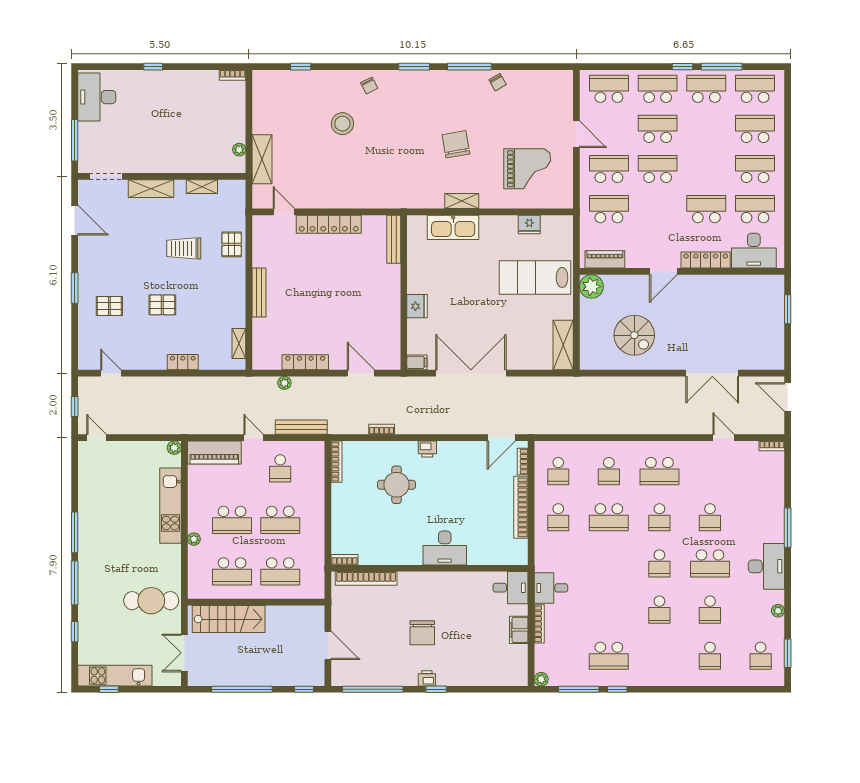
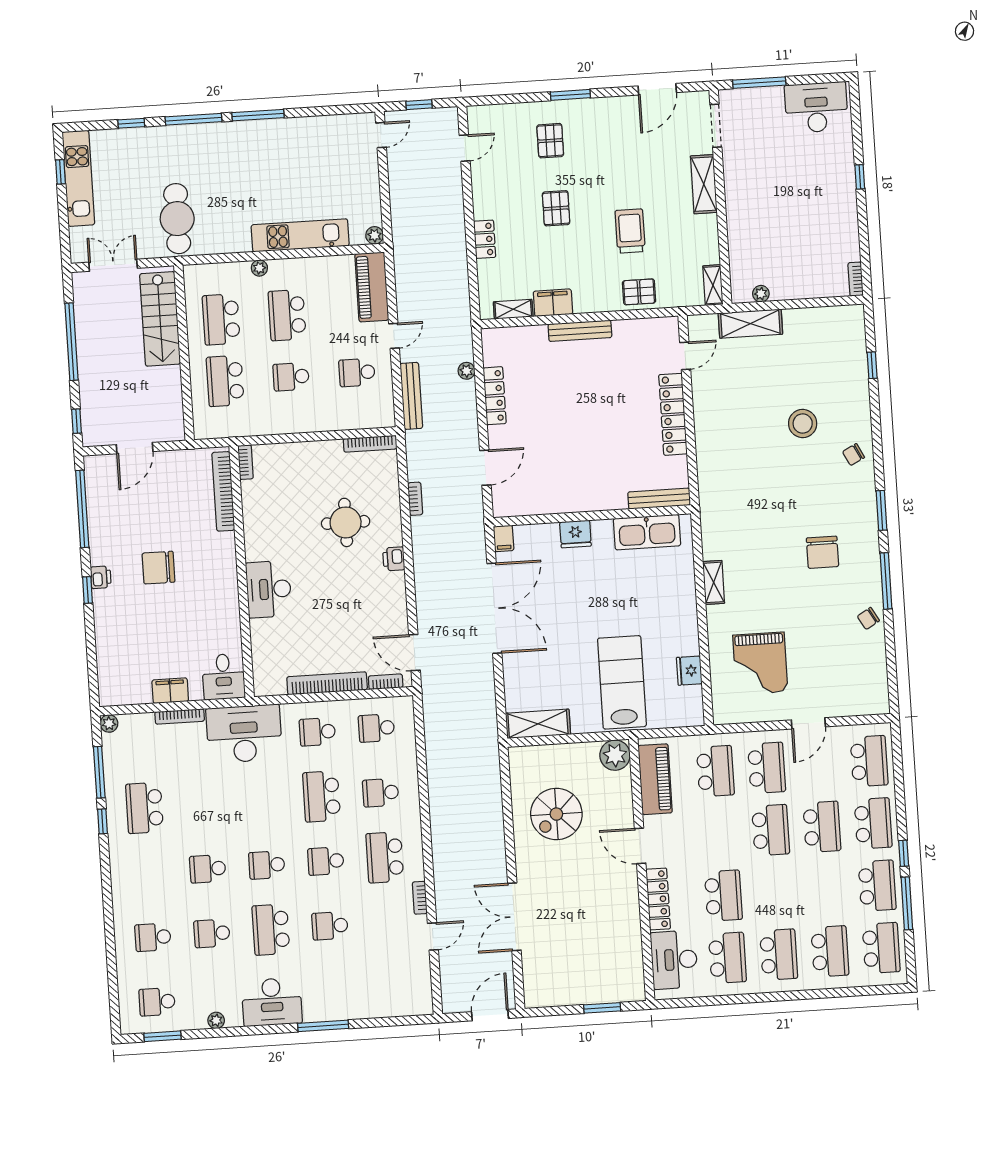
chair: (456, 144) -> (823, 552), moved, turned 100
shelving: (202, 187) -> (713, 285), moved
kitchen sink: (453, 227) -> (647, 532), moved, turned -90
piano: (605, 259) -> (655, 779), width x1.37, depth x1.33
filing cabinet: (236, 312) -> (553, 303), added
bookcase: (772, 446) -> (420, 898), moved
school desk: (280, 520) -> (291, 377), width x0.54
desk: (551, 588) -> (244, 734), width x1.87, depth x1.30

